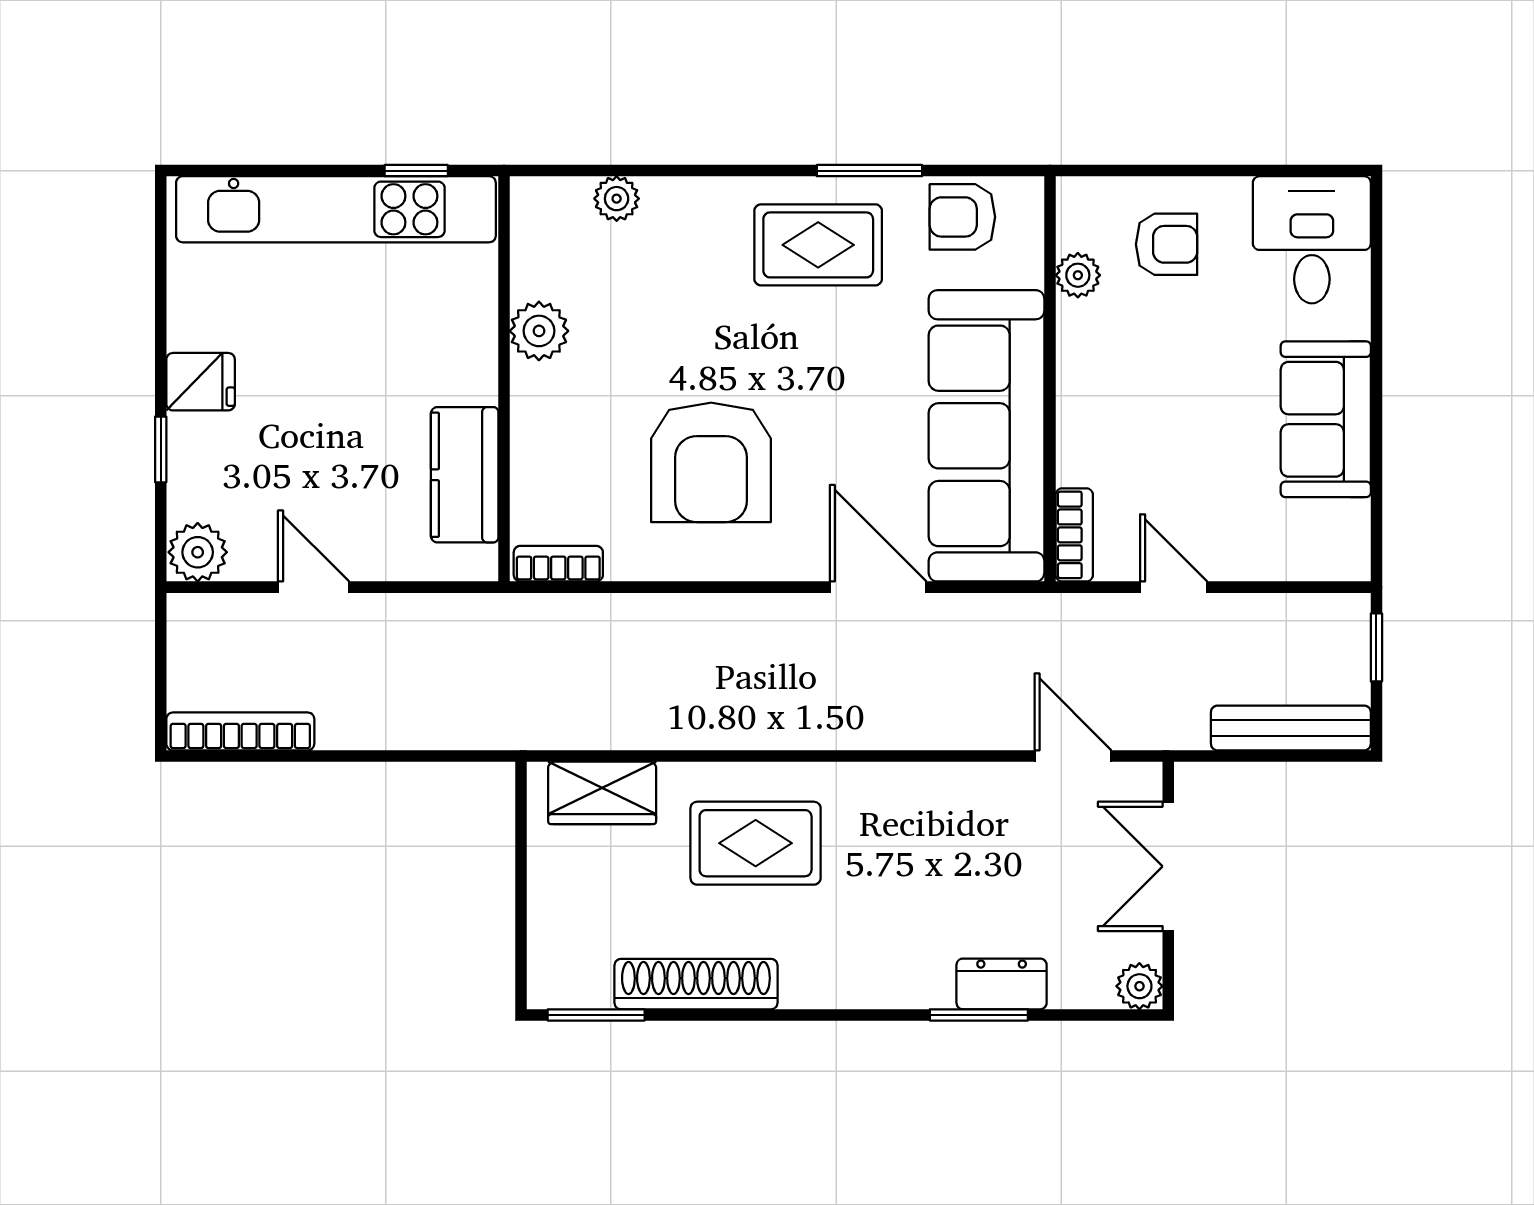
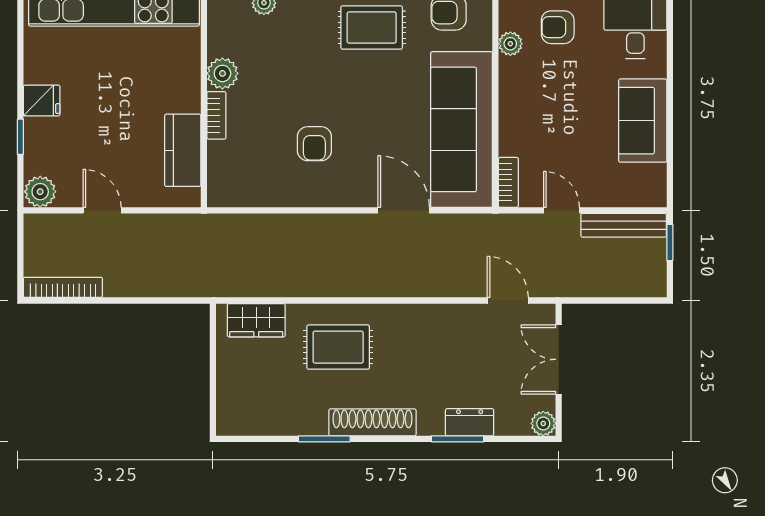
armchair: (1167, 244) -> (558, 27), turned 180
armchair: (711, 462) -> (314, 144), width x0.53, depth x0.53
bookcase: (558, 564) -> (216, 115), moved, turned 90
bench: (1291, 728) -> (624, 225), moved
shoe rack: (696, 984) -> (372, 422), moved
window: (596, 1015) -> (324, 439), moved

